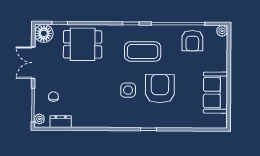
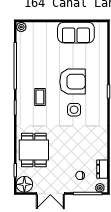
armchair: (192, 41) -> (30, 53), removed
coffee table: (143, 51) -> (40, 97), width x0.54, depth x0.58
armchair: (160, 89) -> (73, 82), turned 180

